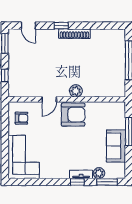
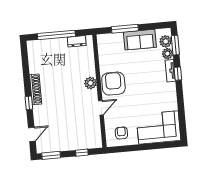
dresser: (120, 81) -> (77, 41), added
door: (49, 99) -> (101, 108), hinge flipped
plant: (112, 172) -> (166, 41), added

